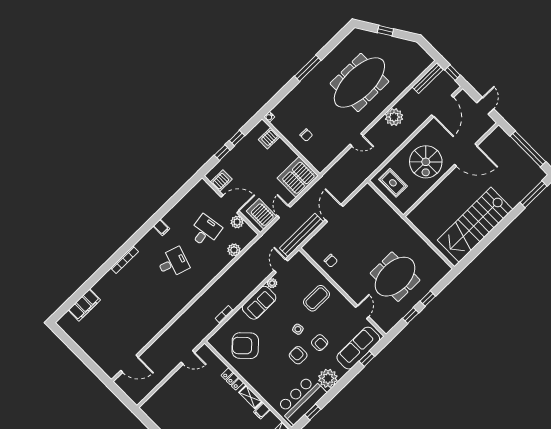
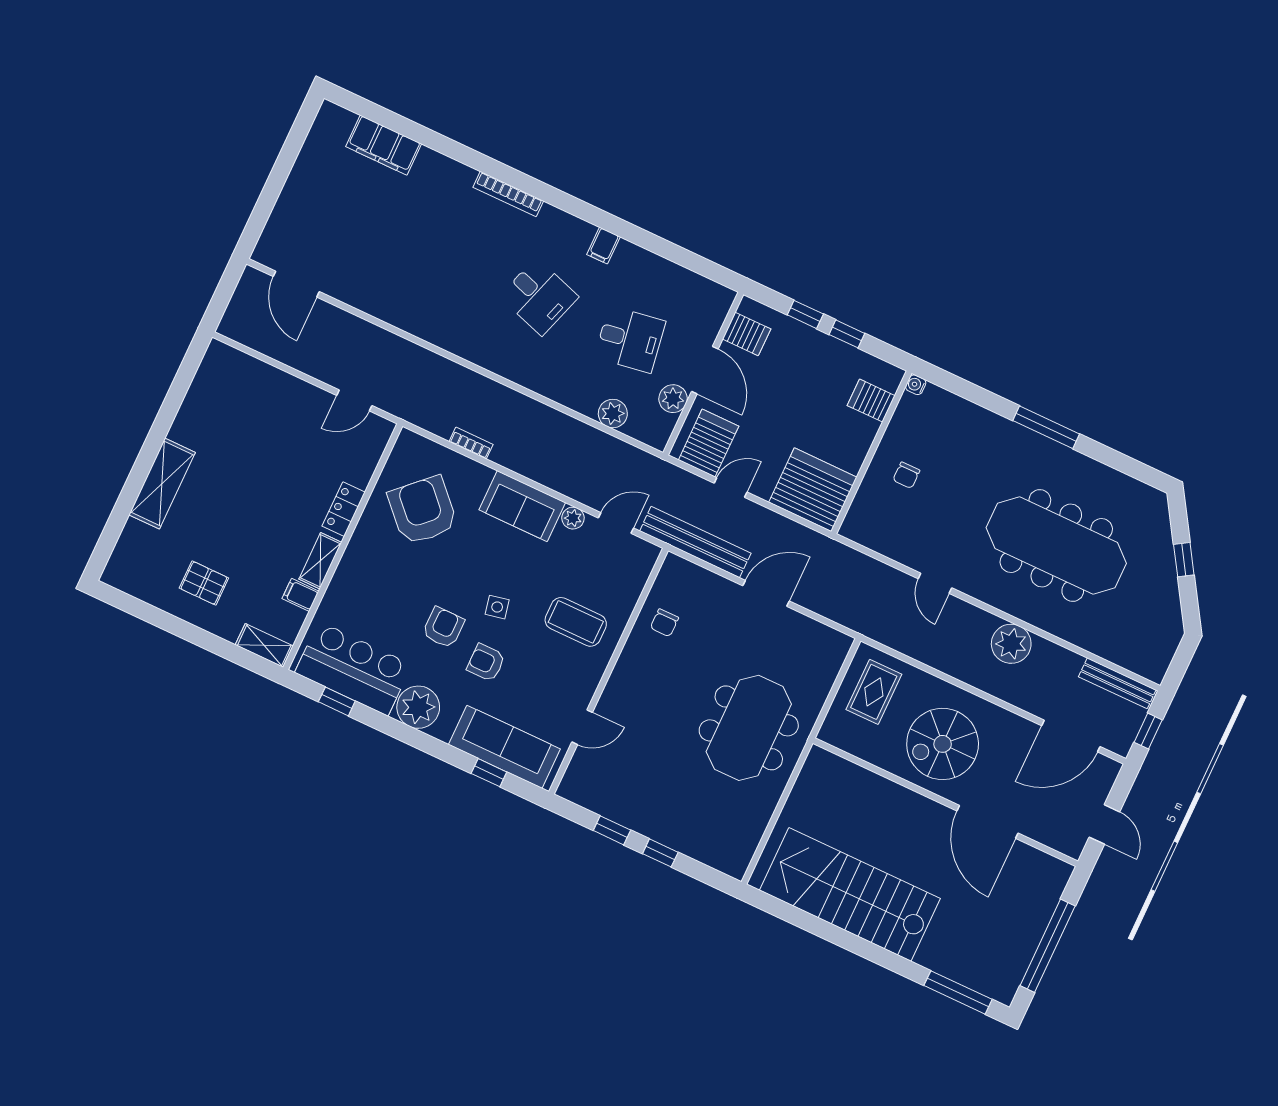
door: (485, 106) -> (1104, 824), hinge flipped
meeting table: (395, 277) -> (749, 728), moved, turned 90
armchair: (320, 343) -> (486, 663), turned 90
door: (188, 357) -> (354, 400), hinge flipped

